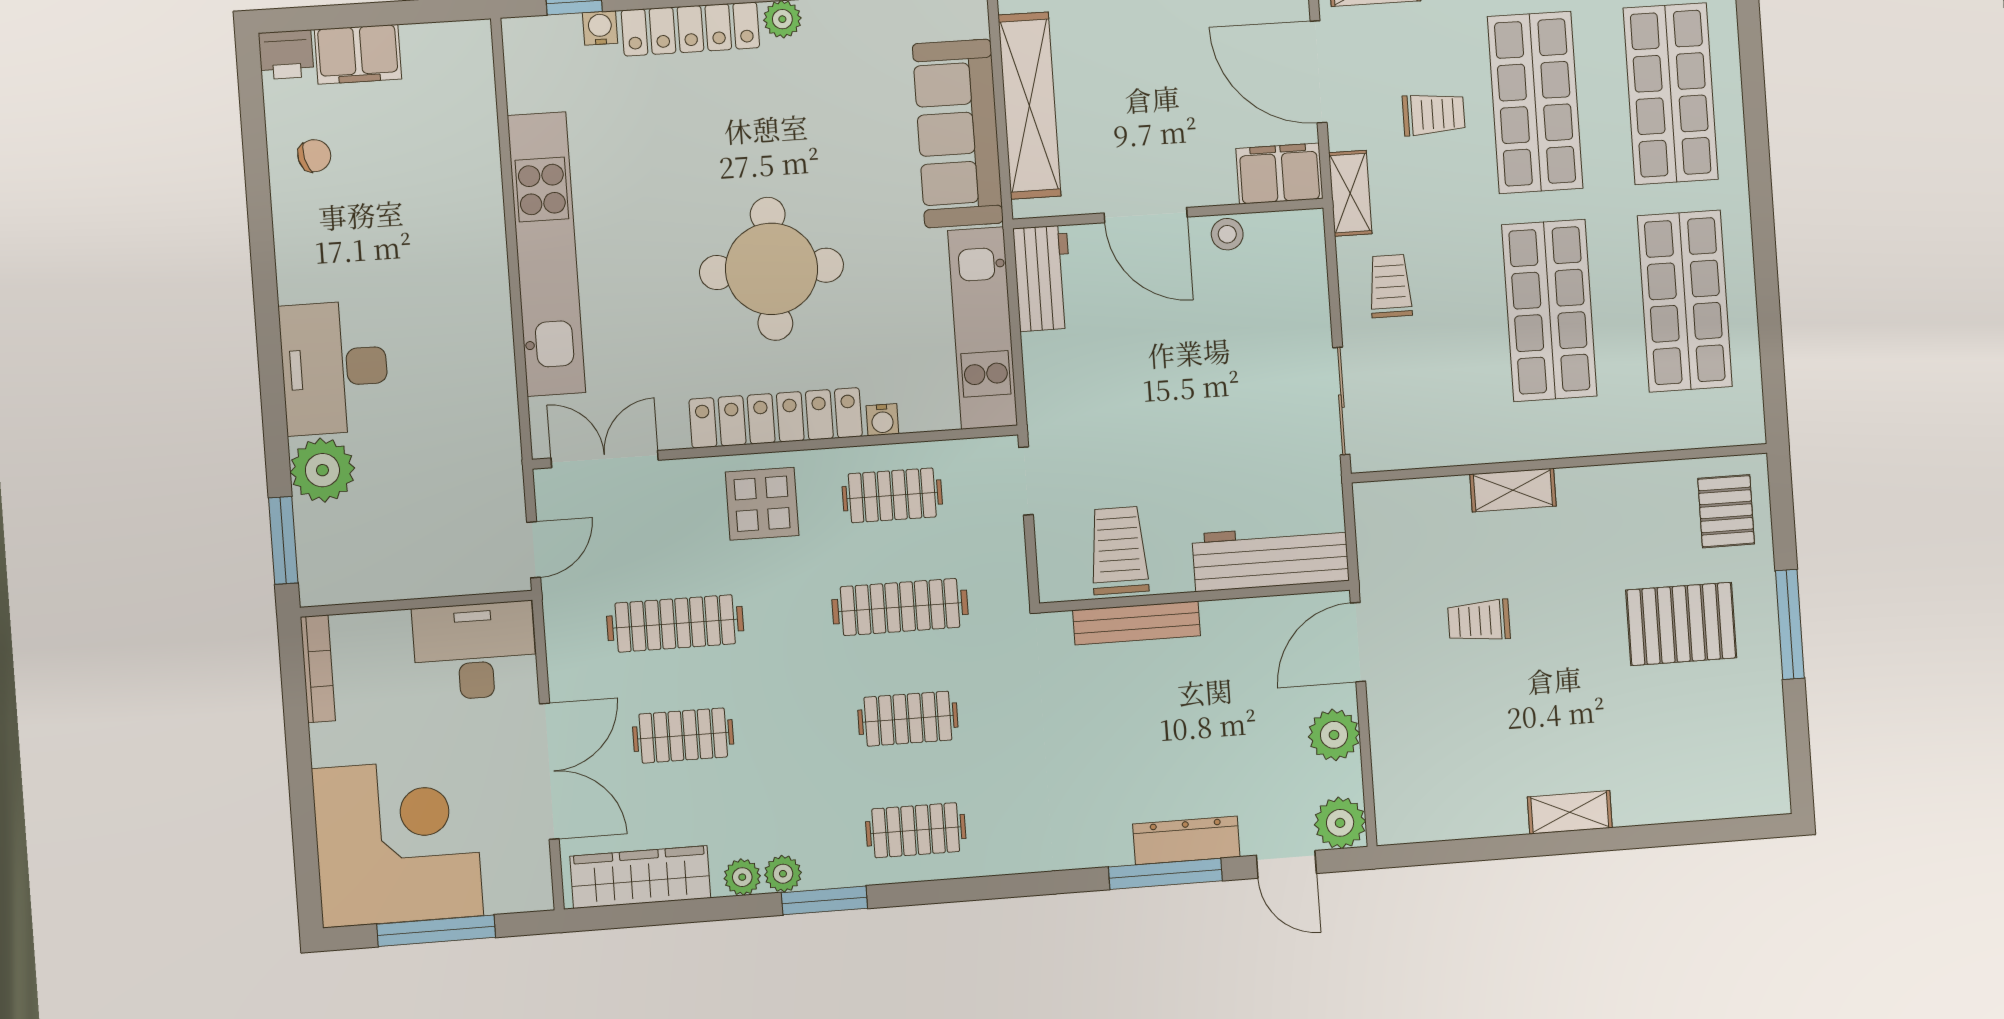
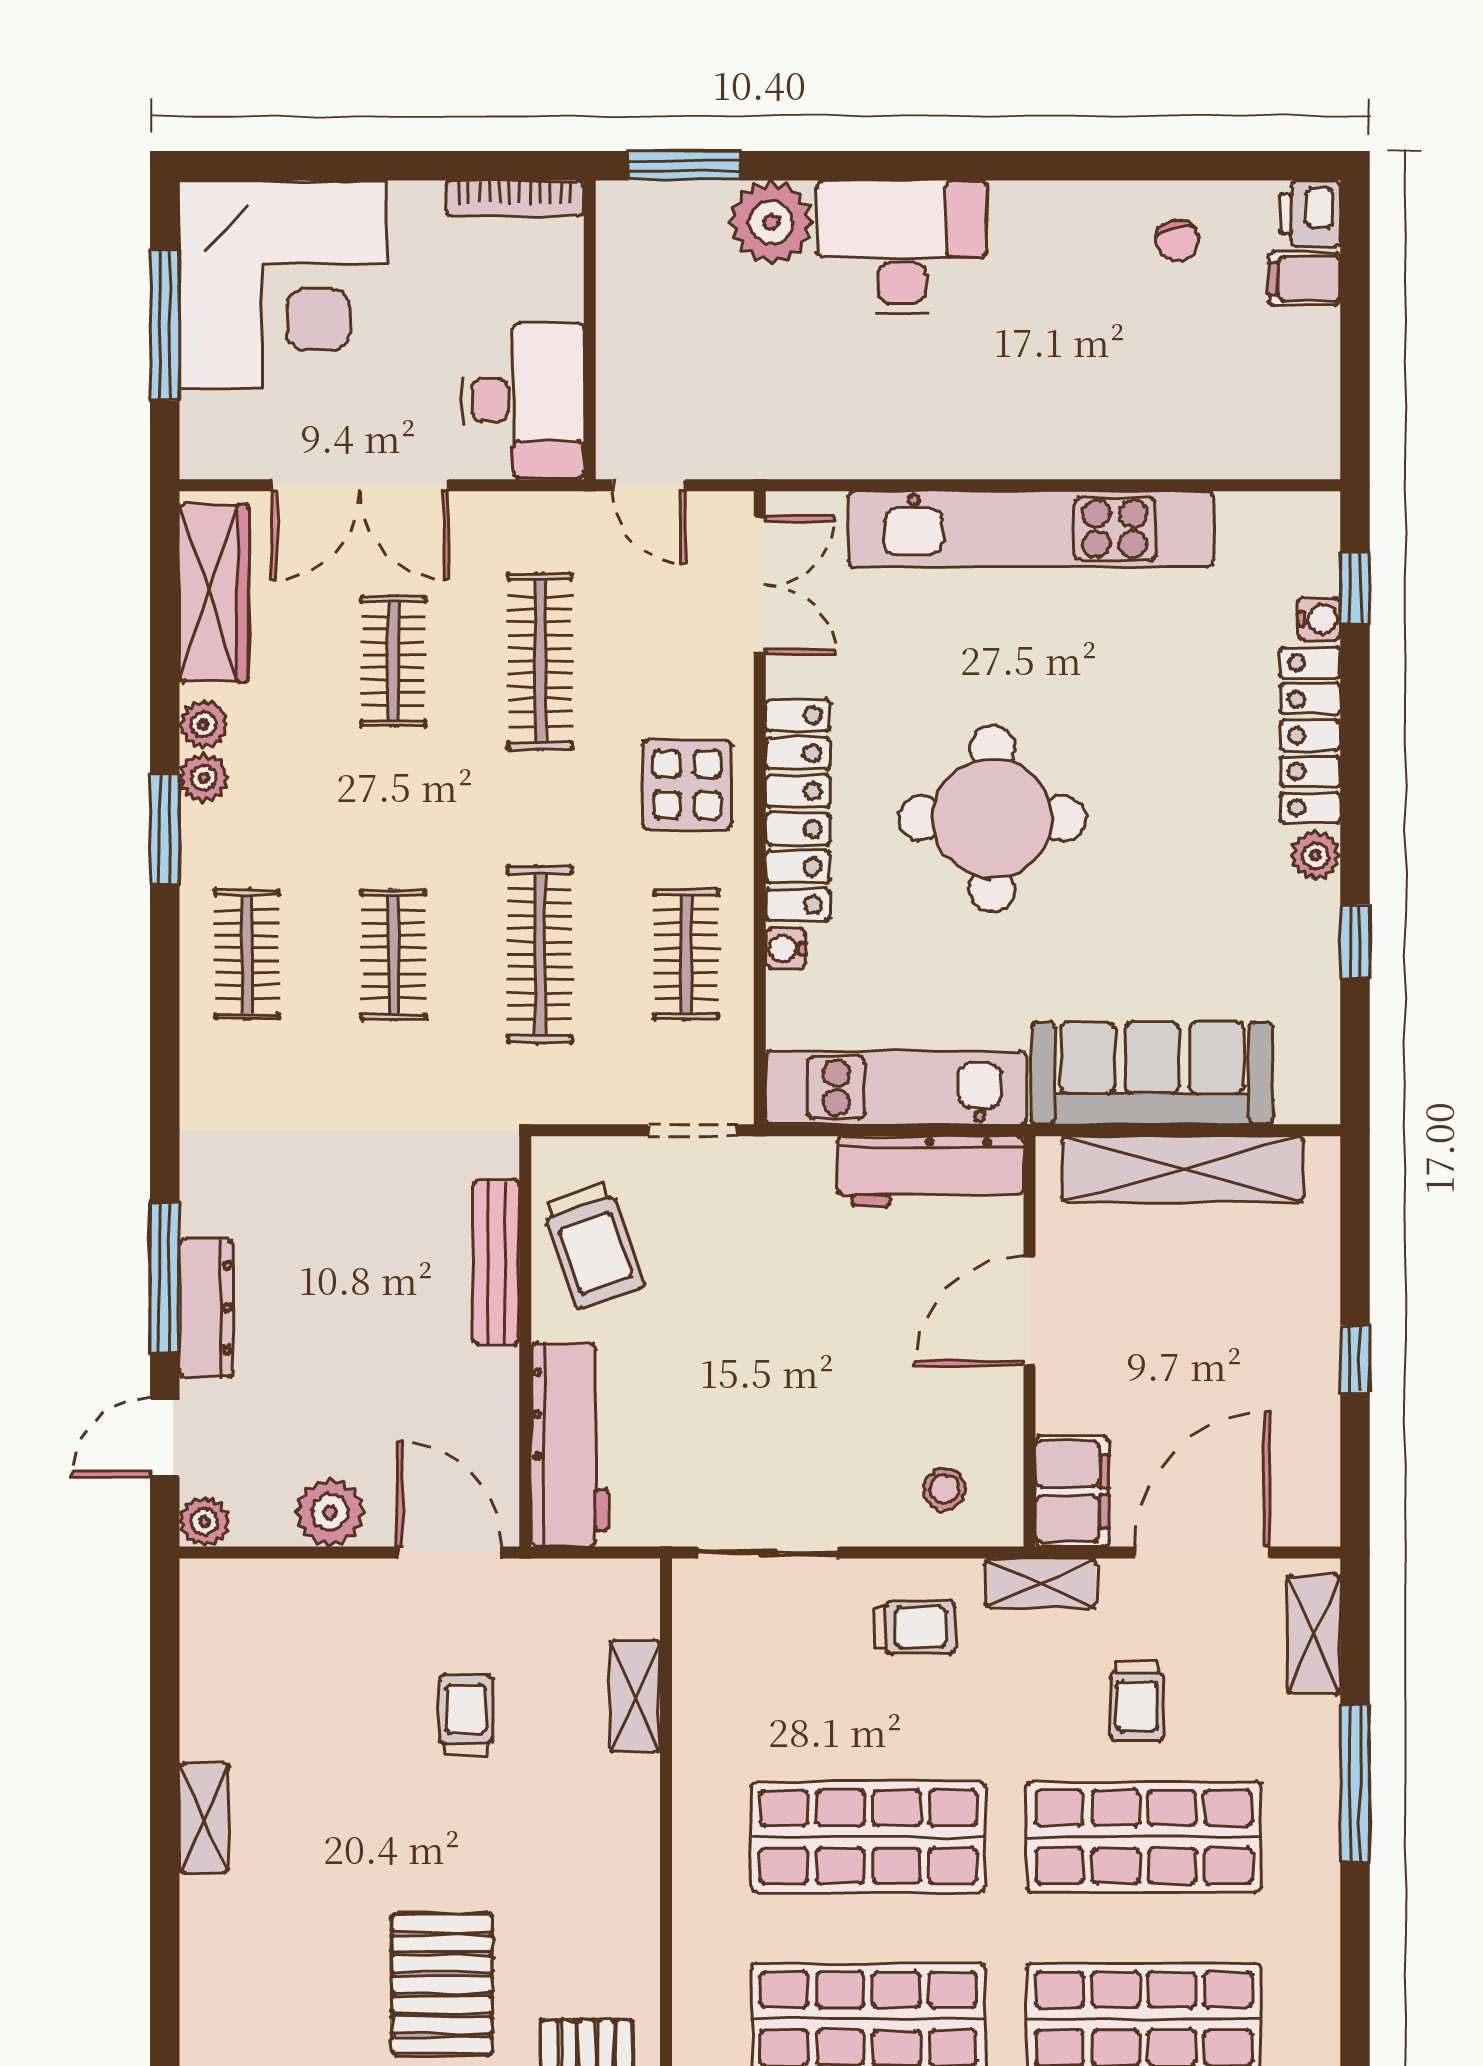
filing cabinet: (358, 54) -> (1305, 279), width x0.50
stool: (1227, 234) -> (944, 1489), moved
workbench: (1043, 278) -> (930, 1171), width x1.38
shelving: (1513, 490) -> (635, 1696), moved
trolley: (1119, 551) -> (593, 1245), turned 71
plant: (1340, 823) -> (204, 1522), width x0.73, depth x0.73

